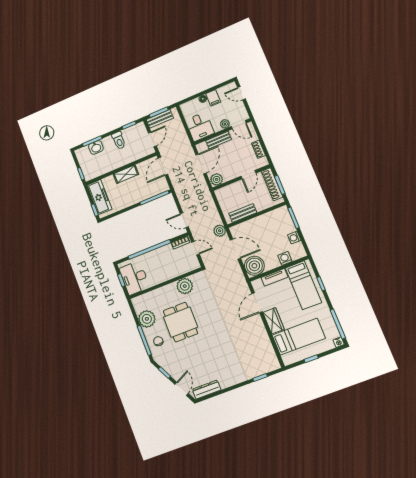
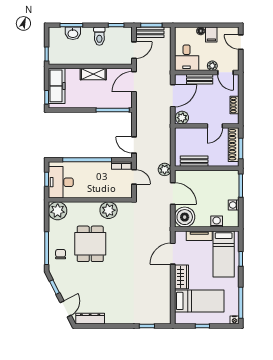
plant: (147, 319) -> (58, 211), moved

